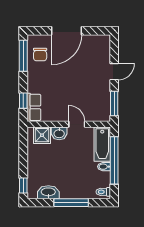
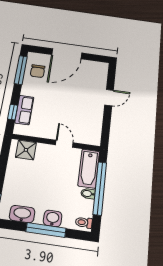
window: (114, 104) -> (106, 128), removed
row of seats: (34, 107) -> (24, 110), moved
washbasin: (59, 133) -> (53, 218), moved, turned 180

